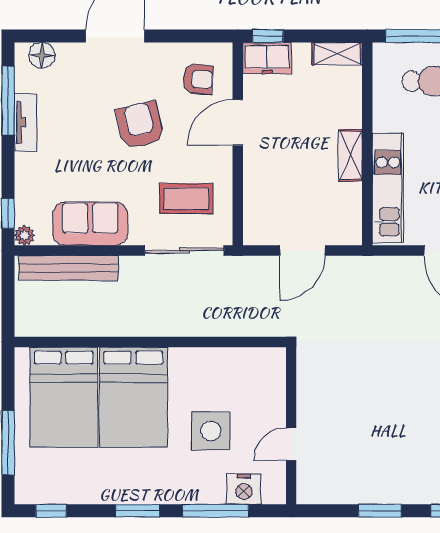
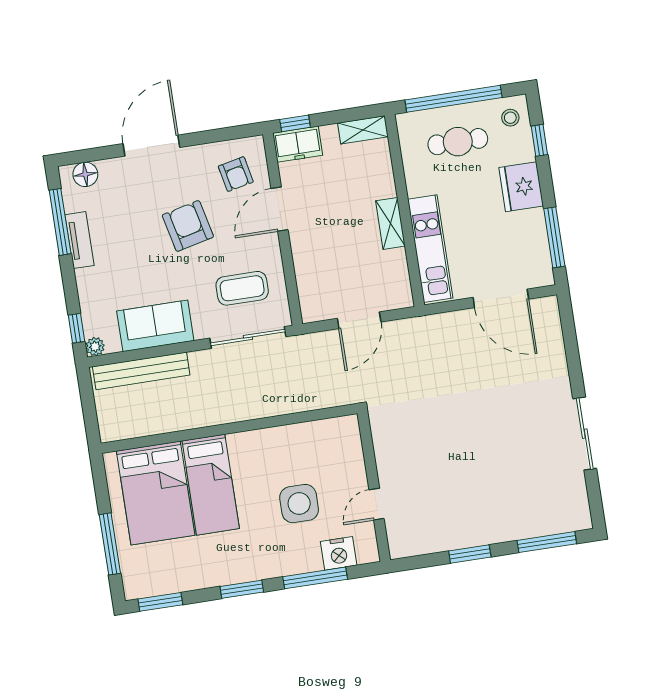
armchair: (198, 79) -> (236, 174), turned 73
bed: (133, 397) -> (211, 485), width x0.67
window: (51, 511) -> (160, 602), width x1.50

